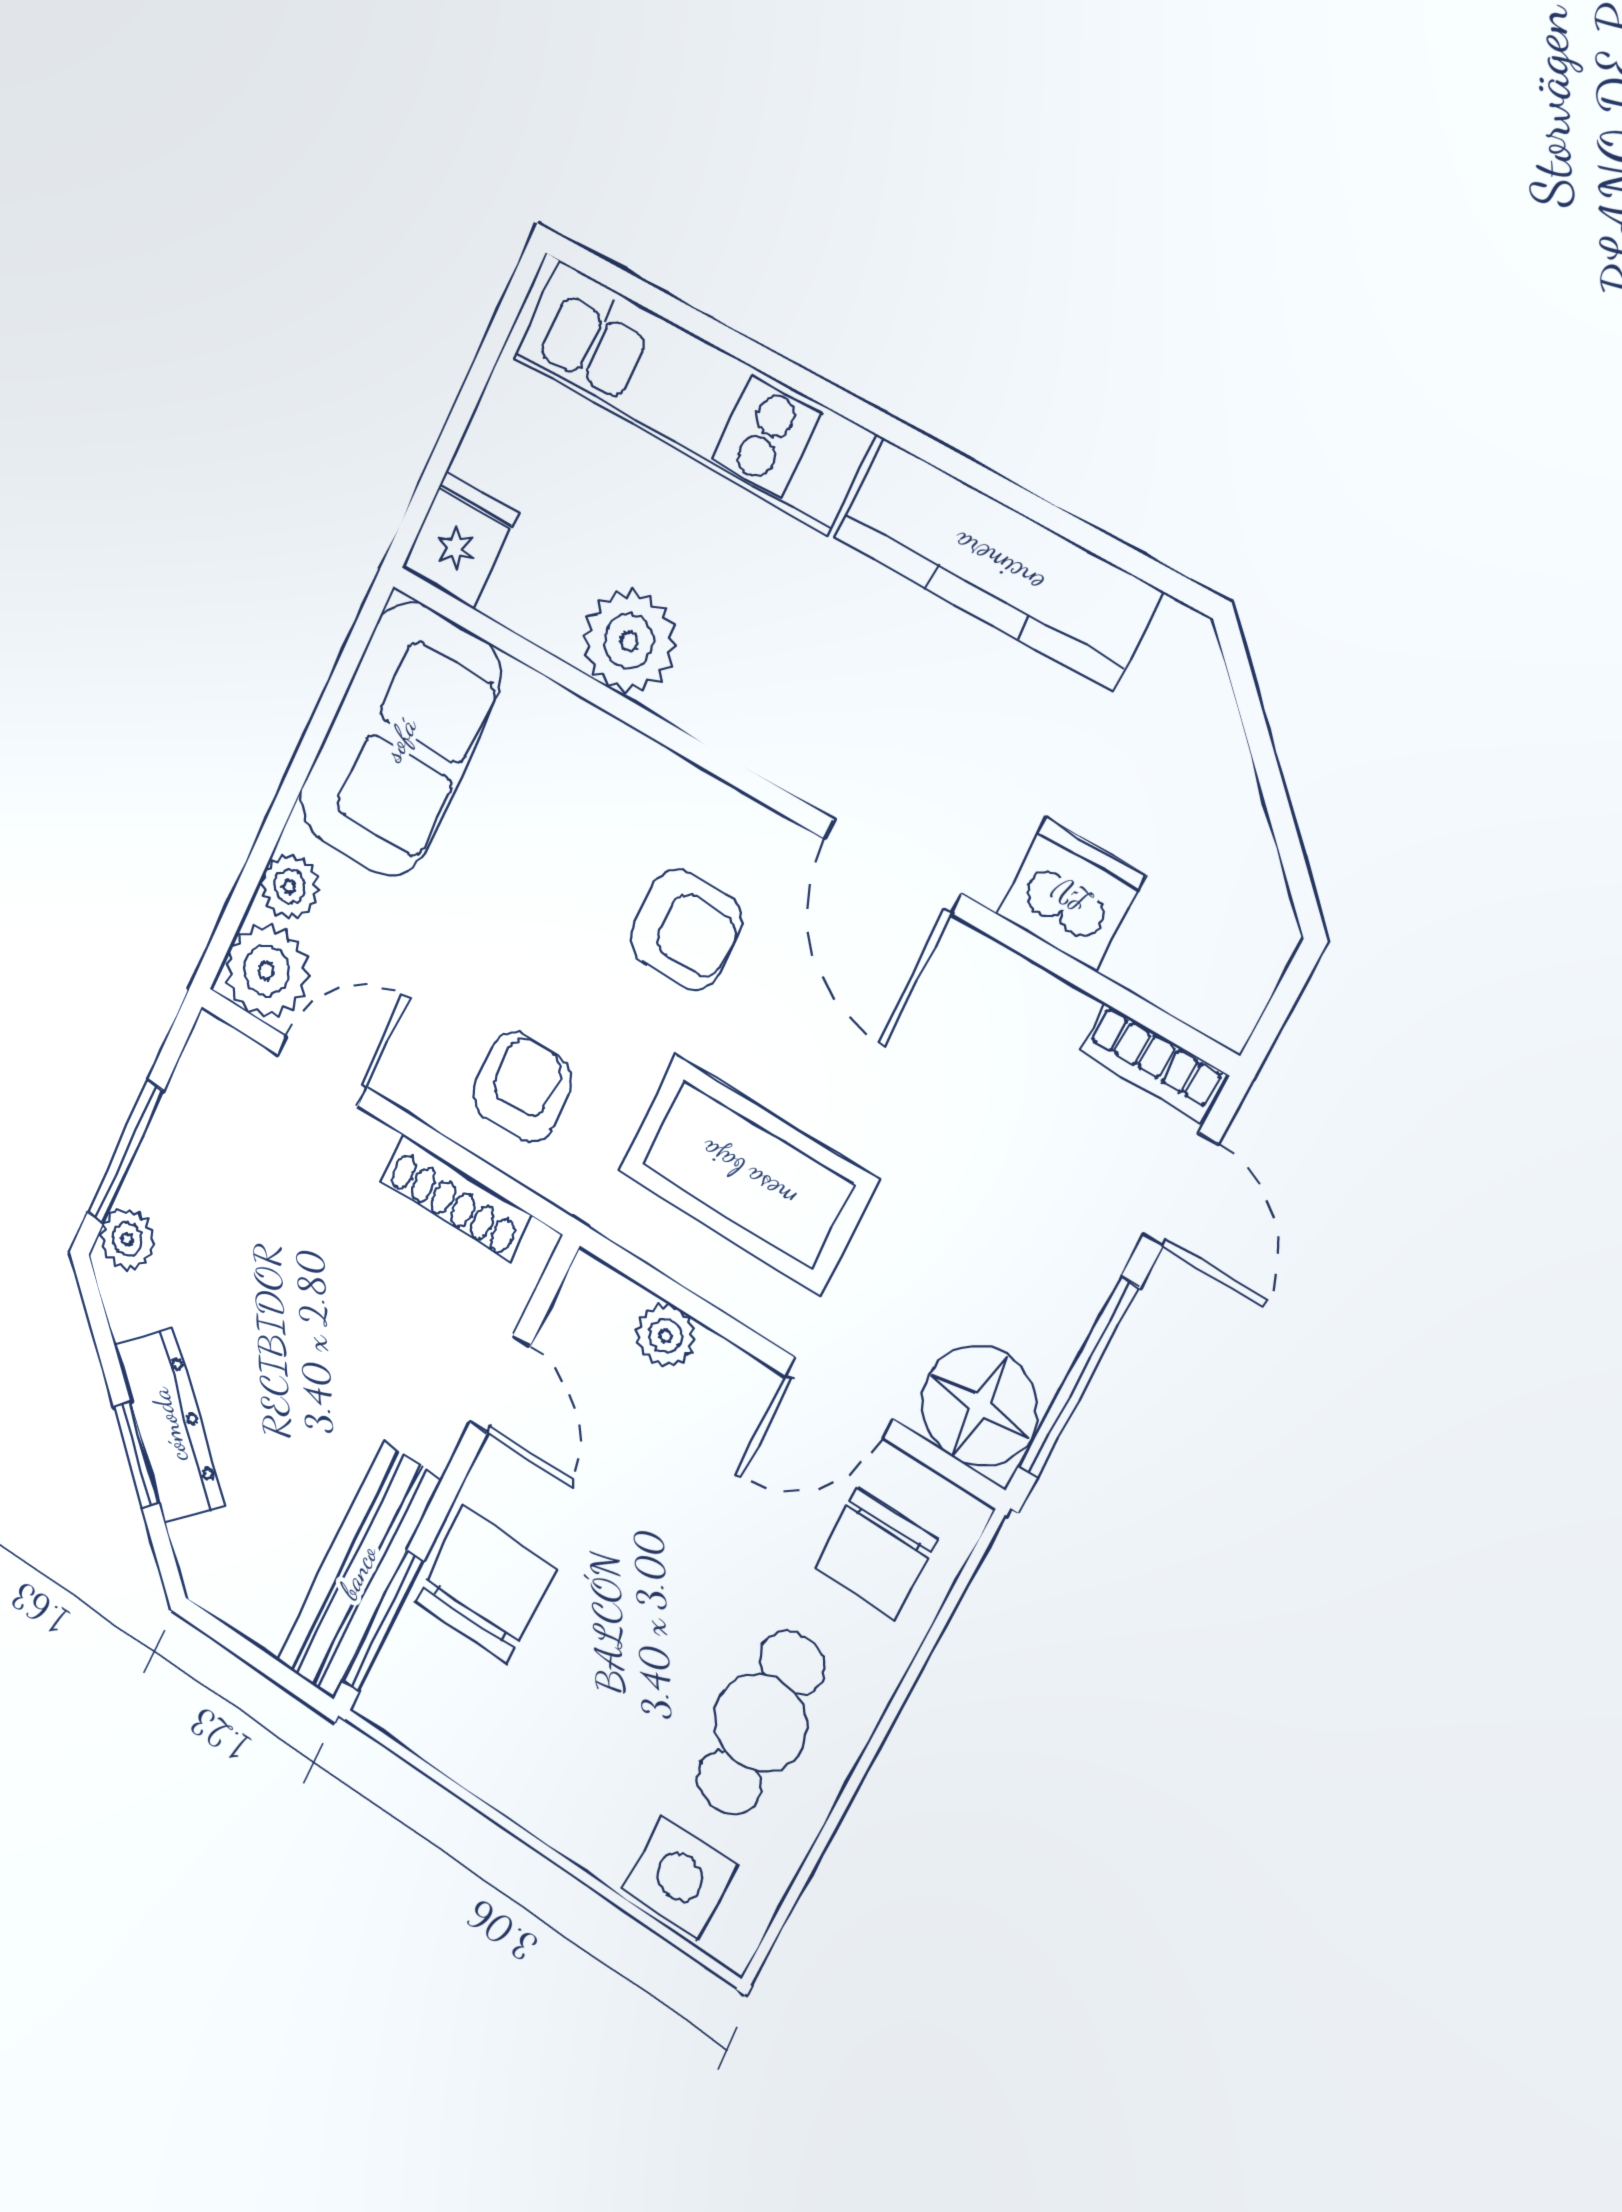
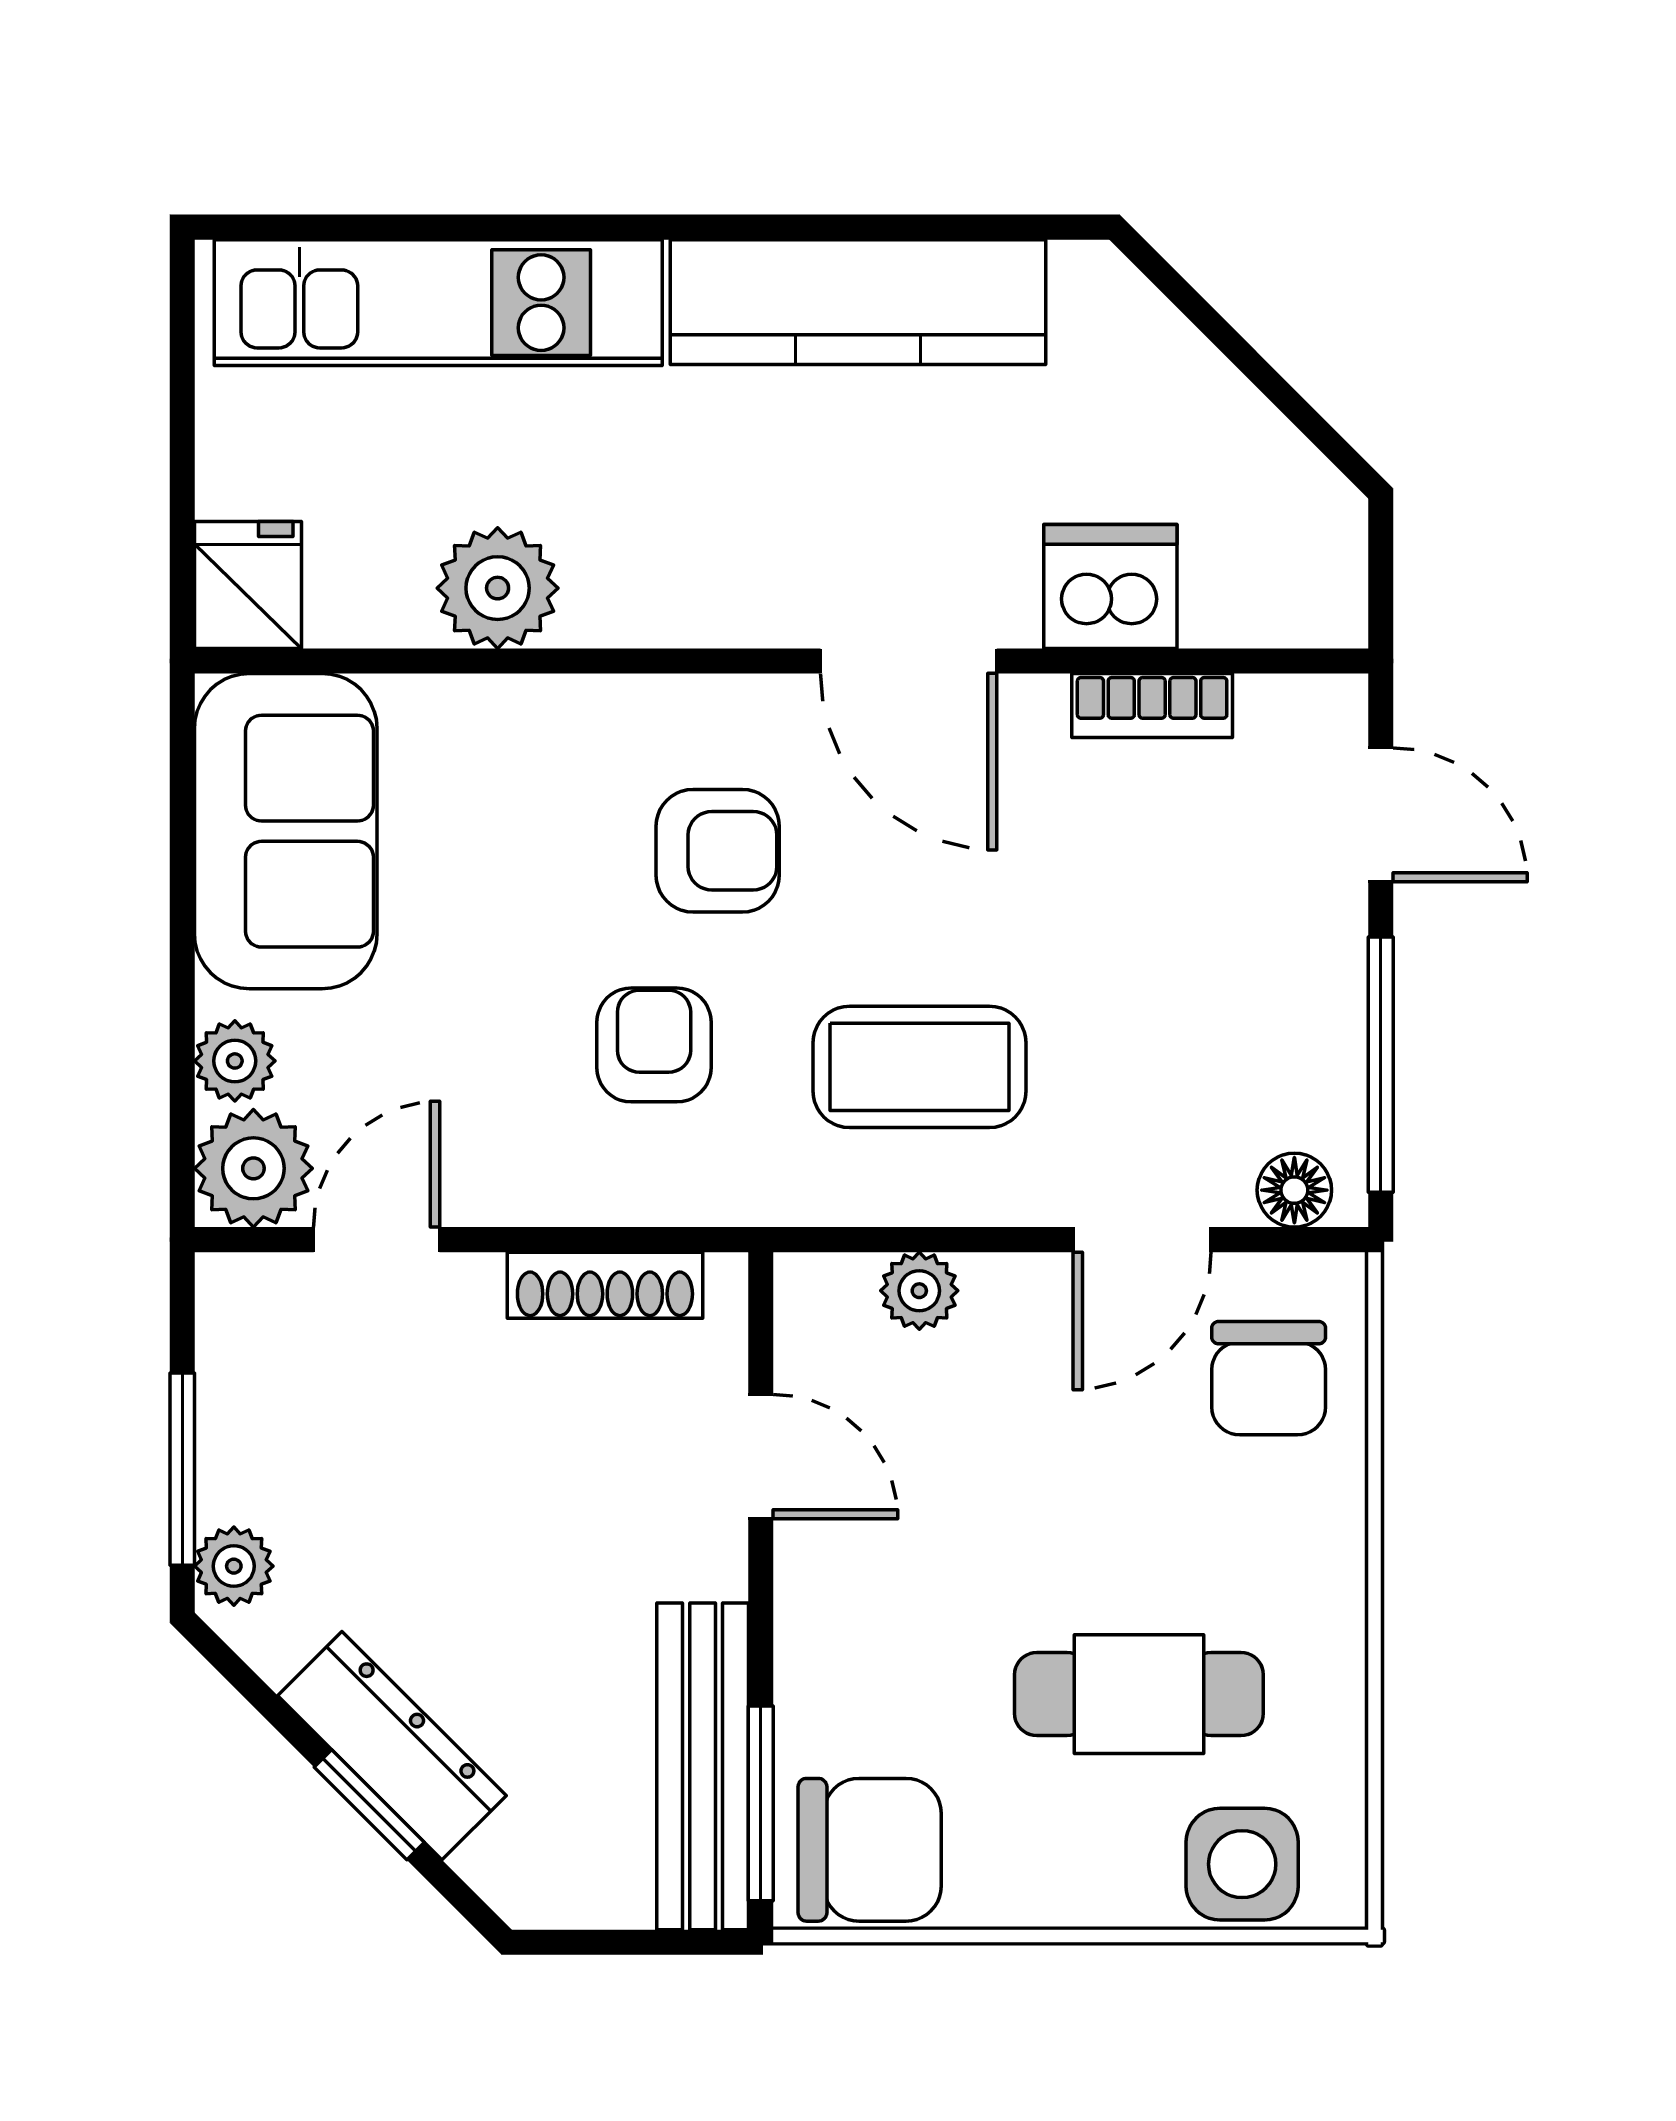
bookcase: (1153, 1063) -> (1152, 706), moved
armchair: (522, 1087) -> (654, 1045), moved
coffee table: (747, 1175) -> (920, 1067), width x0.73, depth x0.76
floor lamp: (979, 1406) -> (1294, 1190), width x0.53, depth x0.53
chair: (485, 1585) -> (870, 1850), moved, turned 90
cafe table: (760, 1723) -> (1139, 1694), moved, turned 90

